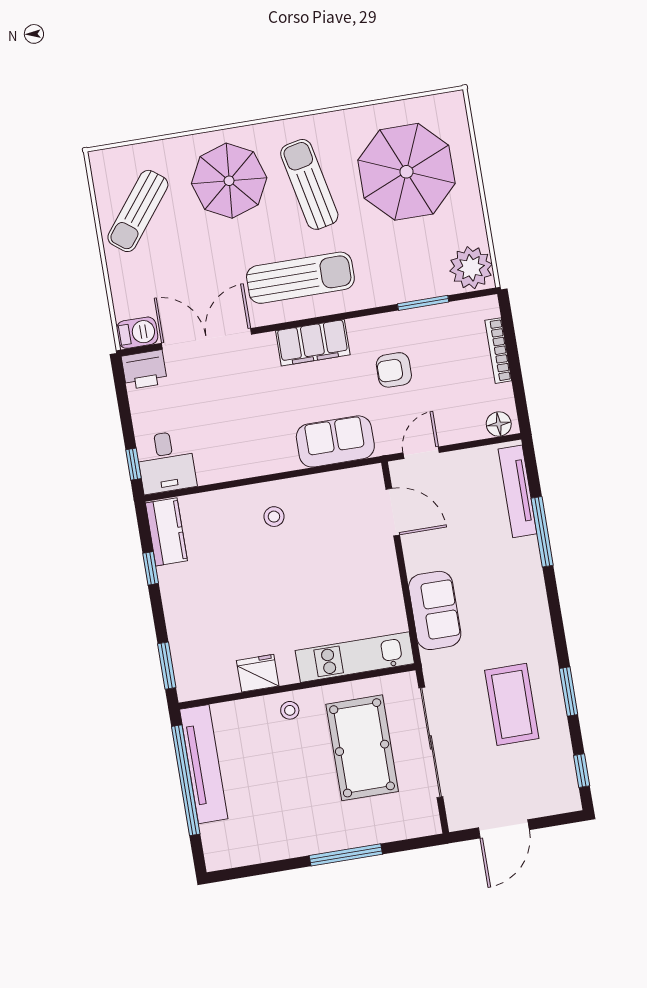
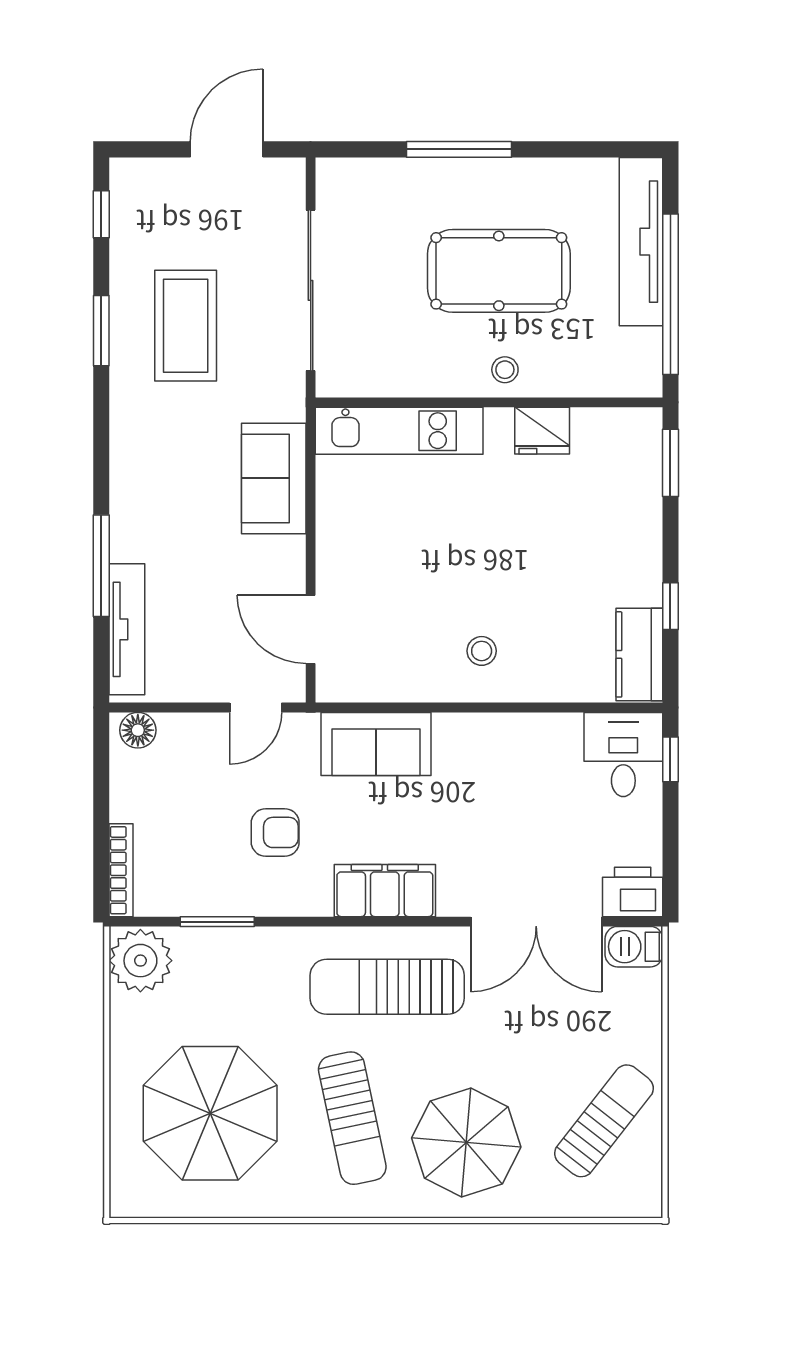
bookcase: (498, 351) -> (121, 870), moved
pool table: (362, 748) -> (499, 271), moved, turned 90
tv unit: (204, 764) -> (641, 242), moved

